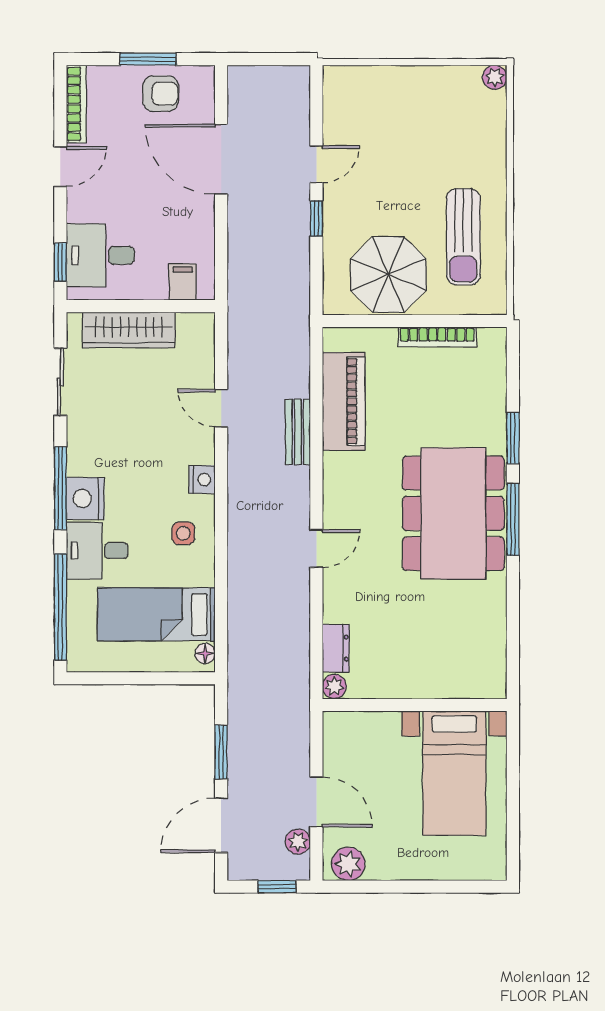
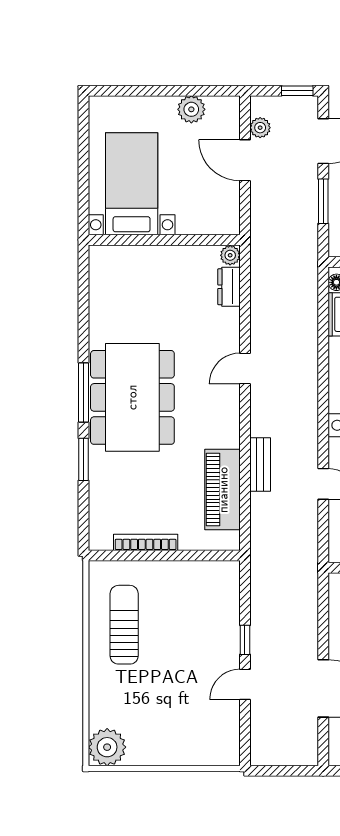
plant: (495, 77) -> (107, 747), width x1.88, depth x1.88
parasol: (388, 274) -> (186, 594), removed
plant: (348, 864) -> (191, 109), moved
window: (277, 887) -> (297, 91), moved

